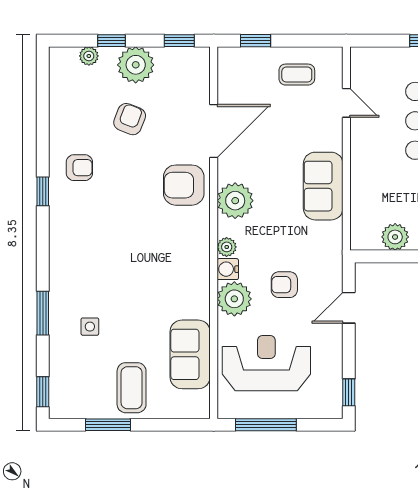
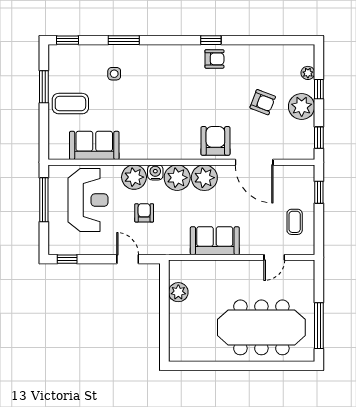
armchair: (79, 168) -> (214, 59), moved, turned -90
plant: (227, 247) -> (177, 178), width x1.87, depth x1.87

